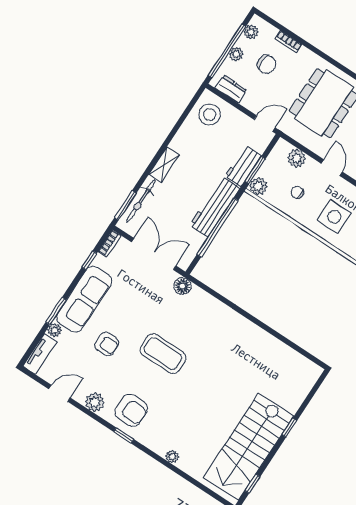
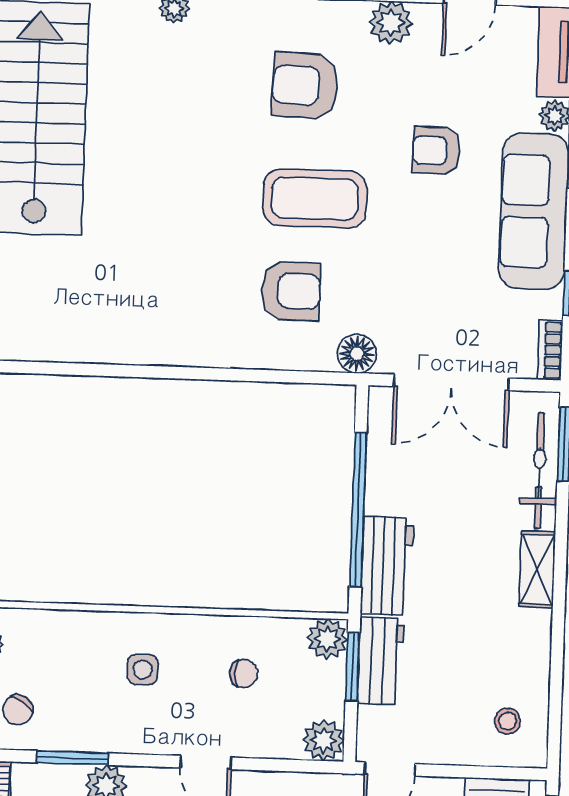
stool: (210, 115) -> (508, 721), width x0.53, depth x0.53
plant: (297, 158) -> (324, 740), moved
workbench: (215, 207) -> (387, 566), width x0.73
side table: (334, 217) -> (143, 670), width x0.54, depth x0.54
armchair: (193, 324) -> (291, 291), added
armchair: (131, 410) -> (305, 86), moved

